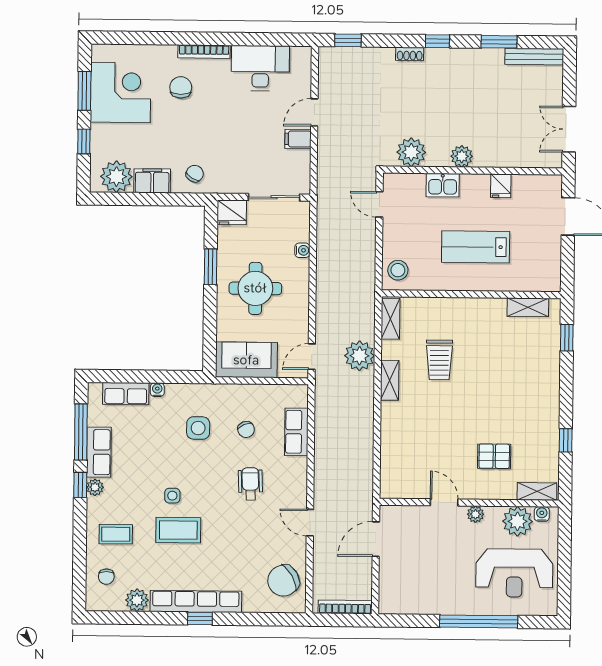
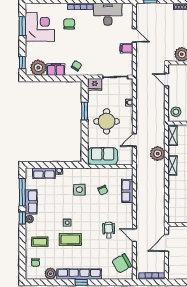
door: (314, 112) -> (134, 35), swing flipped
window: (84, 141) -> (22, 63), moved
door: (312, 357) -> (134, 140), moved
wheelchair: (250, 484) -> (109, 230), moved

